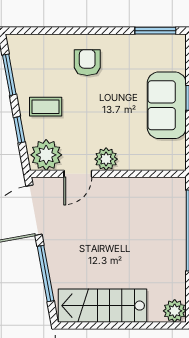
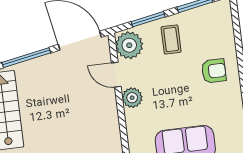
window: (19, 130) -> (148, 19), width x1.50

